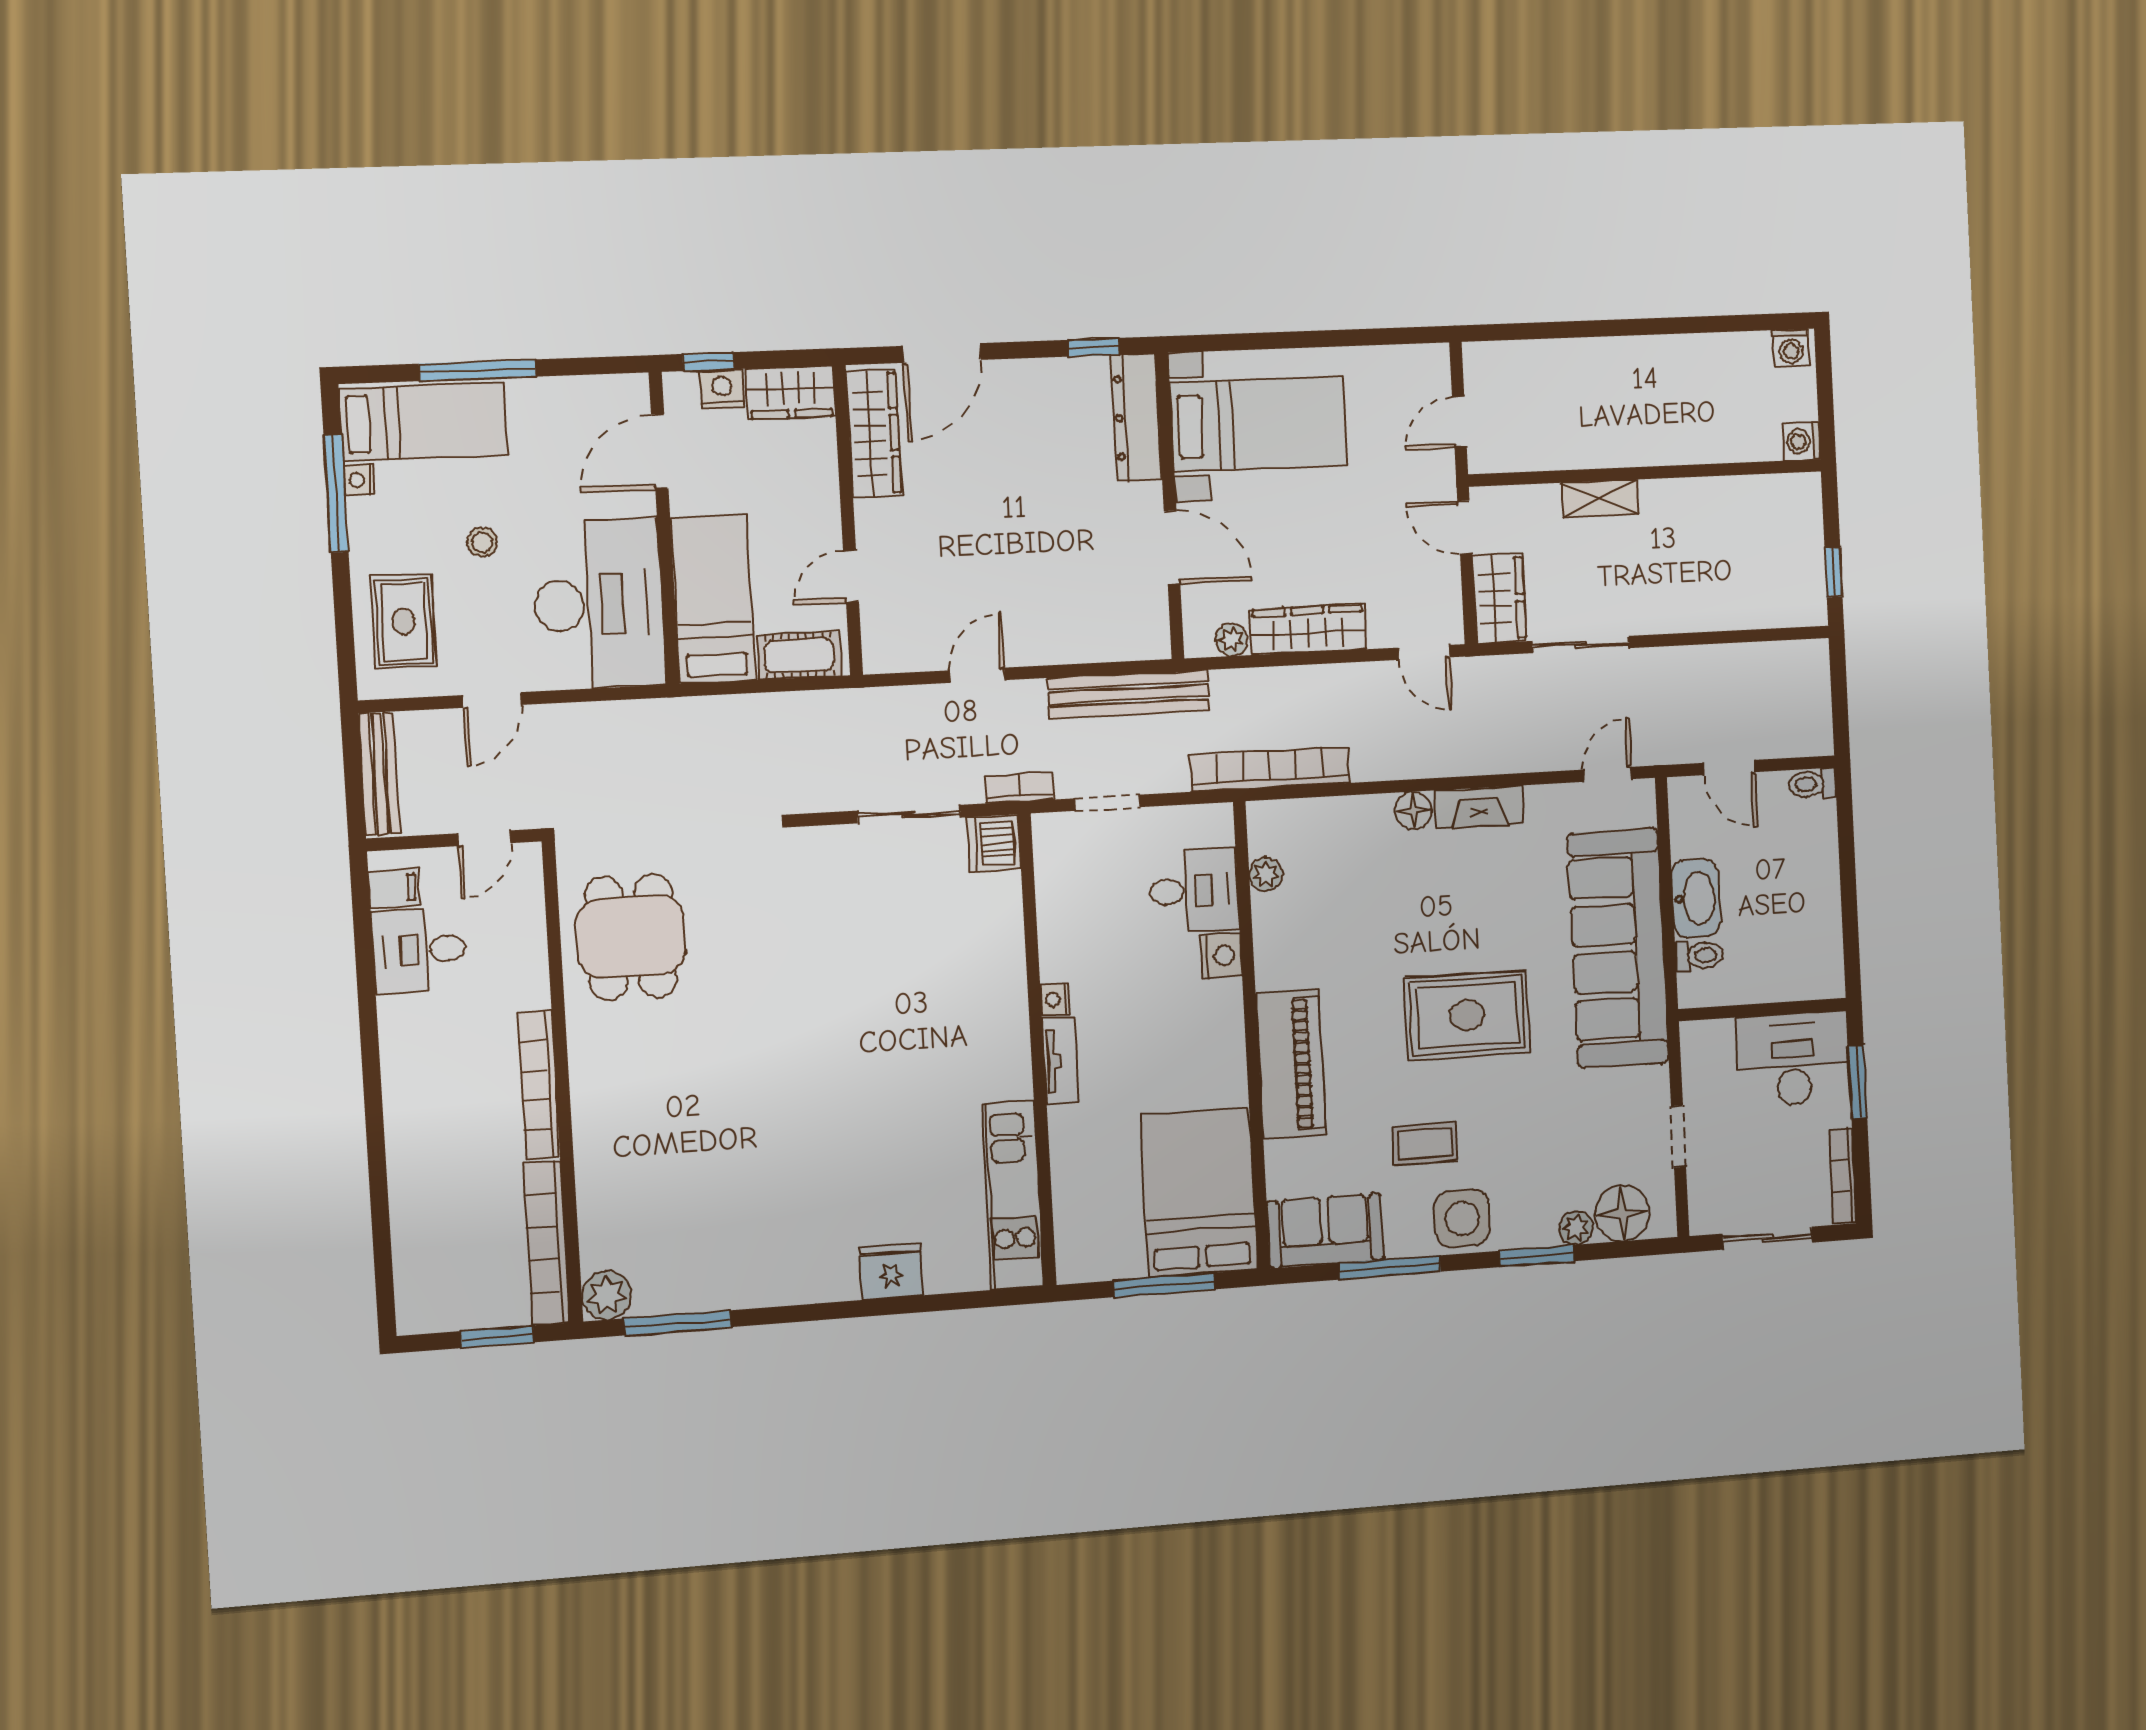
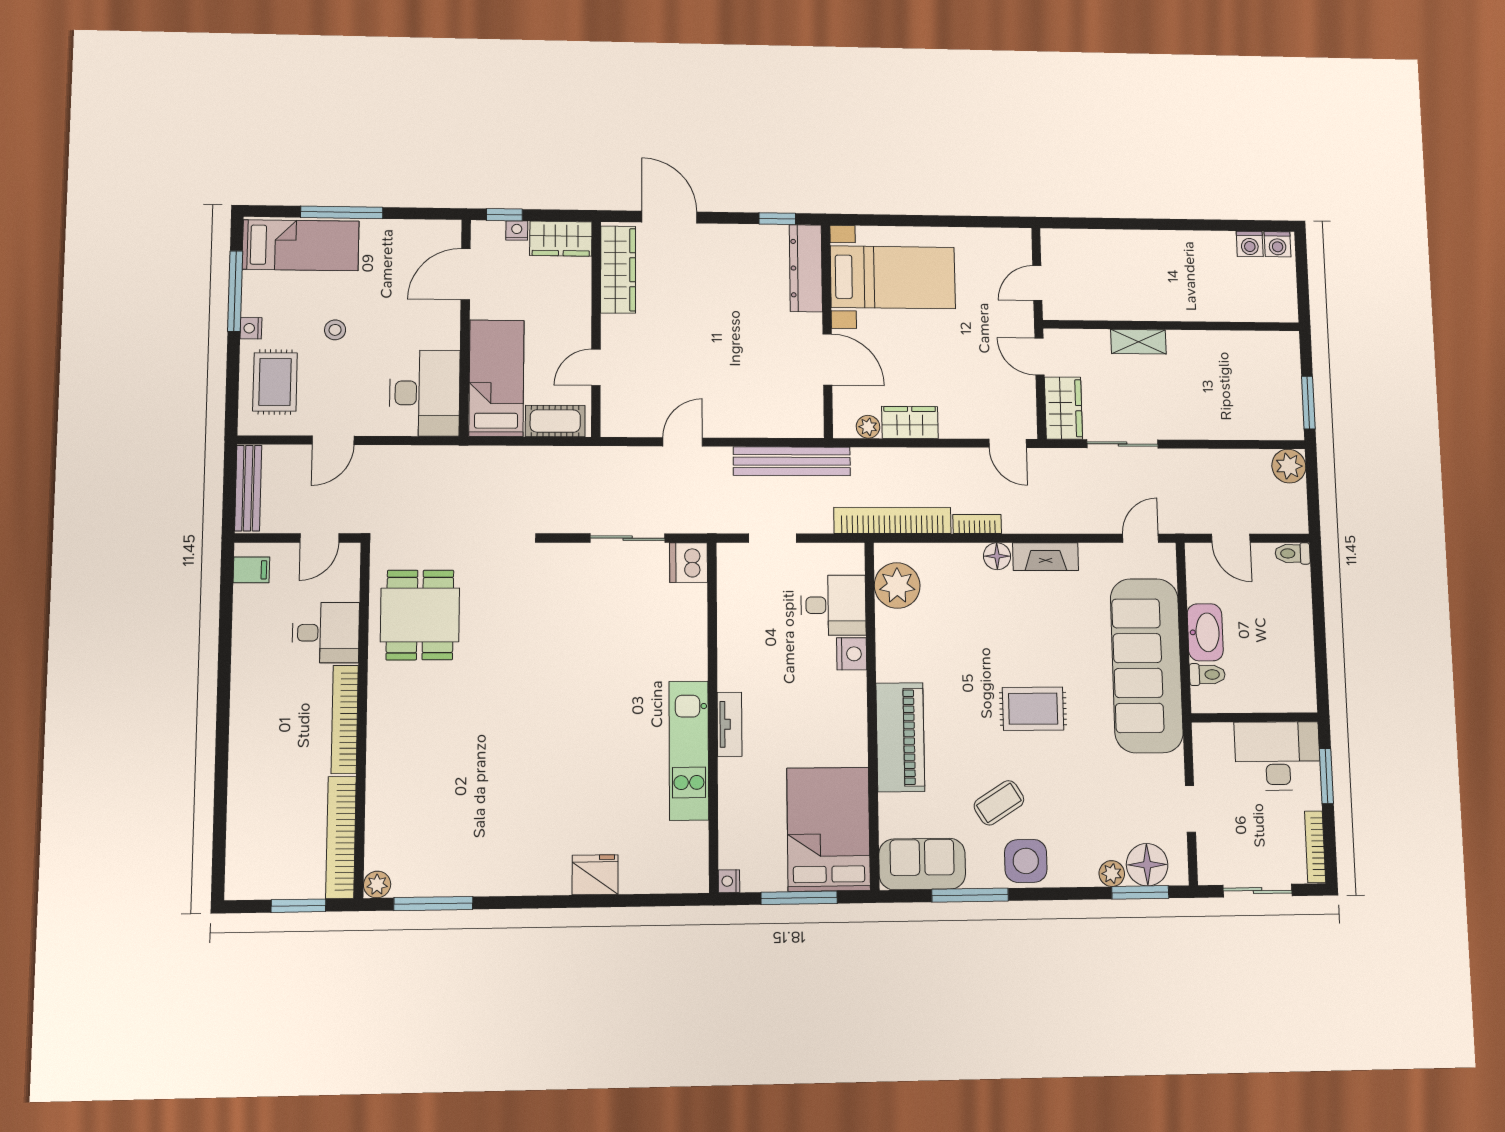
door: (942, 353) -> (670, 217), swing flipped
nightstand: (722, 389) -> (517, 230), width x0.72, depth x0.74
washing machine: (1802, 441) -> (1250, 244), moved, turned -90
nightstand: (359, 480) -> (251, 328), moved
window: (1833, 572) -> (1308, 403), width x1.50
desk: (599, 604) -> (425, 393), width x0.73, depth x0.77
wardrobe: (1308, 629) -> (910, 422), width x0.67
plant: (1807, 663) -> (1289, 466), added
bookcase: (1019, 788) -> (977, 524), moved
plant: (1266, 874) -> (897, 586), width x1.88, depth x1.88
desk: (419, 950) -> (326, 633), moved, turned 180
nightstand: (1055, 999) -> (729, 881), moved
rug: (1467, 1015) -> (1033, 709), width x0.73, depth x0.70
coffee table: (1425, 1144) -> (999, 803), turned -32
kitchen unit: (1013, 1195) -> (689, 750), moved
window: (1537, 1256) -> (1140, 892), moved
plant: (607, 1295) -> (377, 885), width x0.73, depth x0.73

